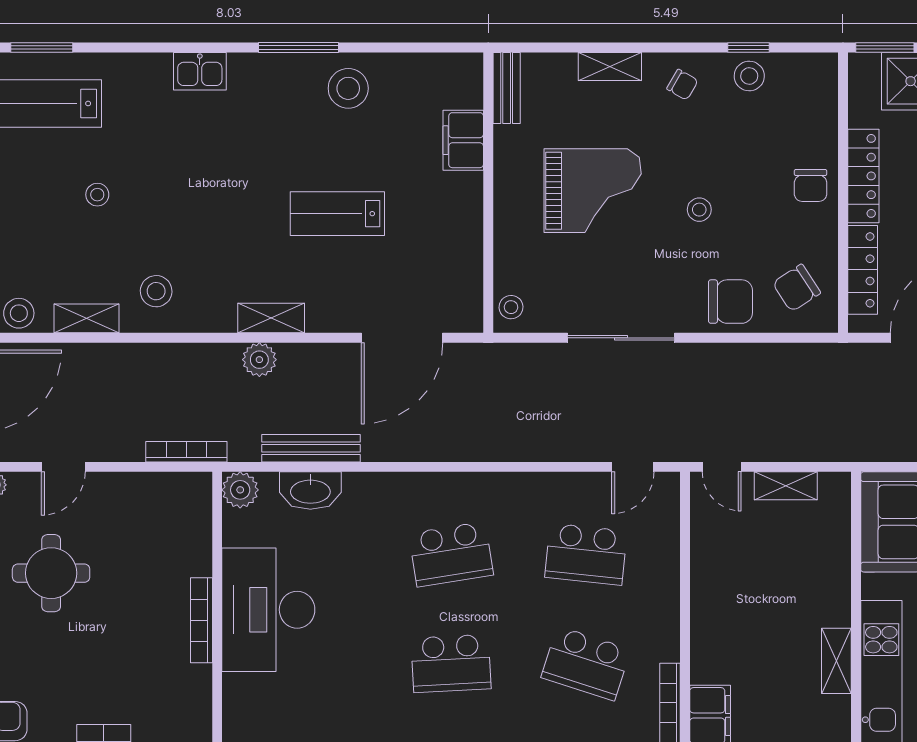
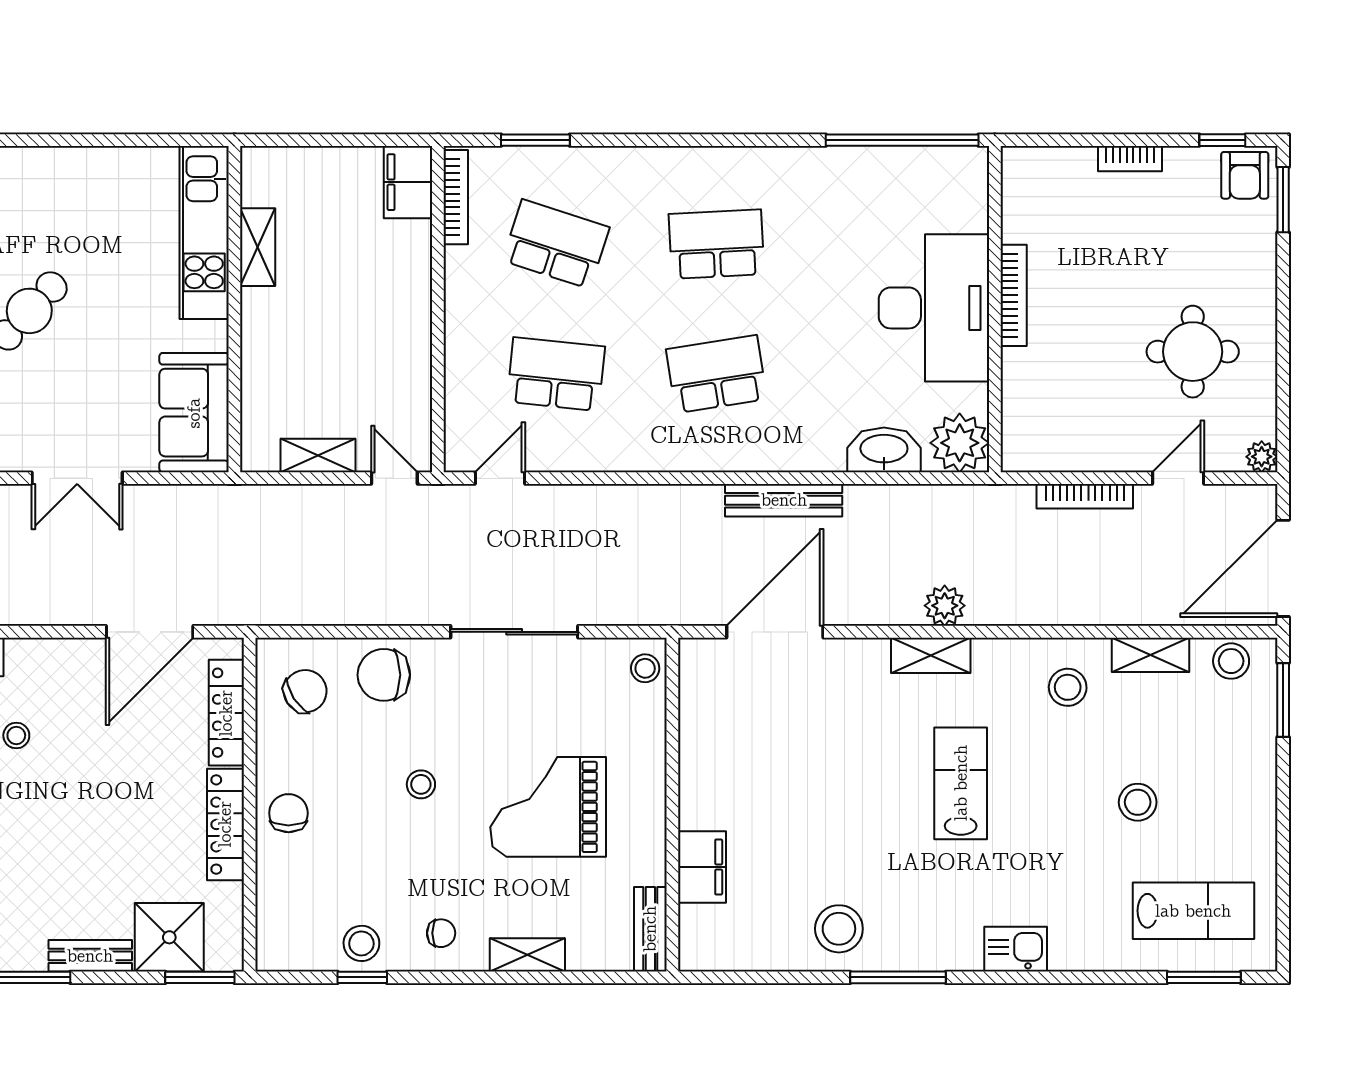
chair: (682, 85) -> (441, 933), turned 150
stool: (97, 195) -> (1138, 802), width x1.37, depth x1.37
lab bench: (337, 214) -> (961, 783), moved, turned -90
bench: (311, 448) -> (784, 500), moved
bookcase: (186, 452) -> (1085, 496), moved
plant: (240, 490) -> (960, 443), width x1.36, depth x1.36

